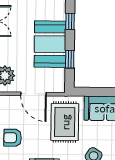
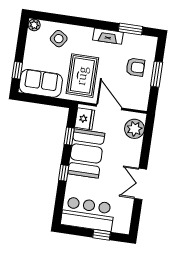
fridge: (56, 79) -> (85, 119), added

